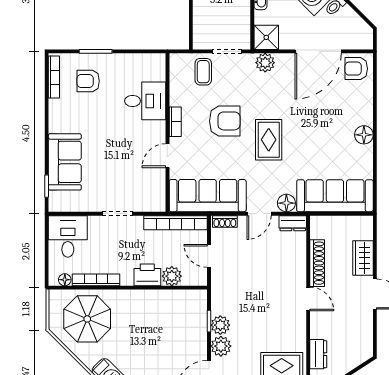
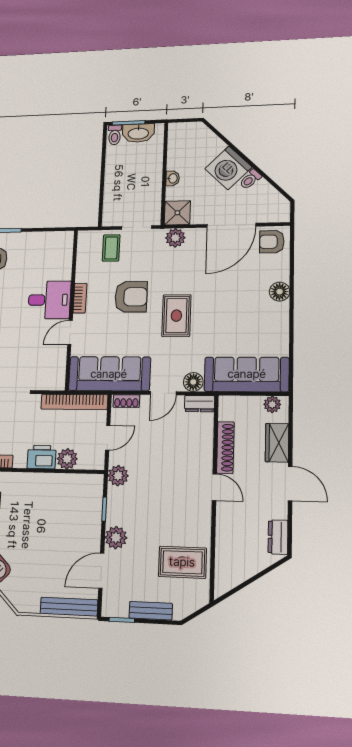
desk: (145, 101) -> (49, 300), moved
floor lamp: (364, 135) -> (280, 292), moved
plant: (358, 223) -> (272, 404), added
door: (209, 256) -> (108, 438), swing flipped
plant: (220, 325) -> (118, 476), moved
dresser: (318, 354) -> (278, 537), moved, turned 180

